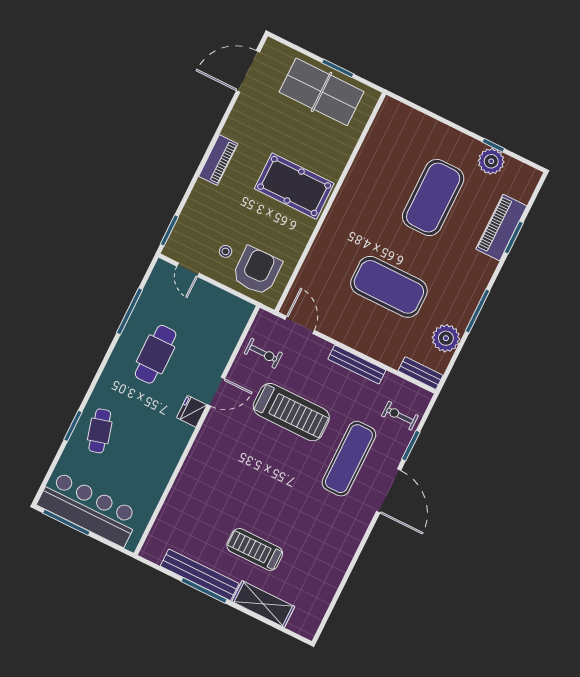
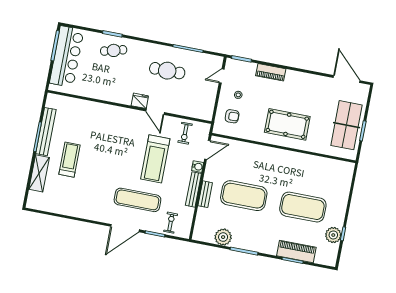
piano: (218, 160) -> (271, 72), moved
pool table: (294, 186) -> (287, 124), turned 90
armchair: (257, 271) -> (232, 116), width x0.53, depth x0.53
exercise mat: (389, 287) -> (244, 196), turned 90
water cooler: (322, 348) -> (198, 167), added
bench: (421, 373) -> (205, 194), moved

